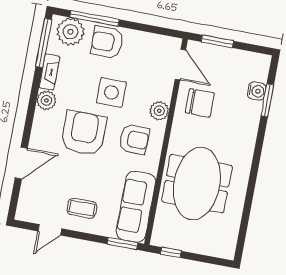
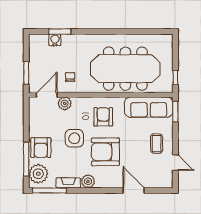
chair: (200, 103) -> (70, 77), width x0.54, depth x0.54
plant: (159, 111) -> (65, 103), moved
meeting table: (197, 184) -> (125, 69), width x1.36

